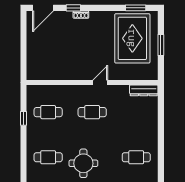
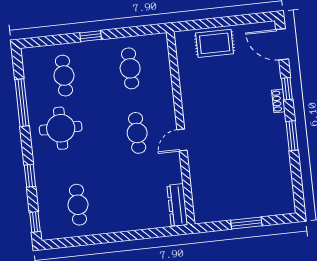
window: (136, 8) -> (292, 136), moved
rug: (132, 38) -> (215, 43), moved, width x0.54, depth x0.49
door: (100, 82) -> (182, 140), swing flipped
window: (24, 118) -> (91, 36), moved

